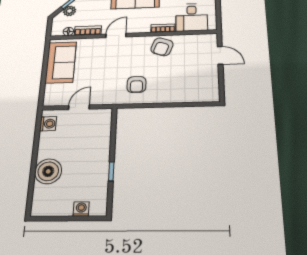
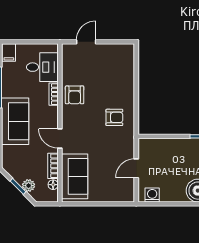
armchair: (162, 47) -> (75, 95), turned 70
sofa: (61, 62) -> (75, 176), moved, turned 90
door: (79, 107) -> (136, 168), hinge flipped

